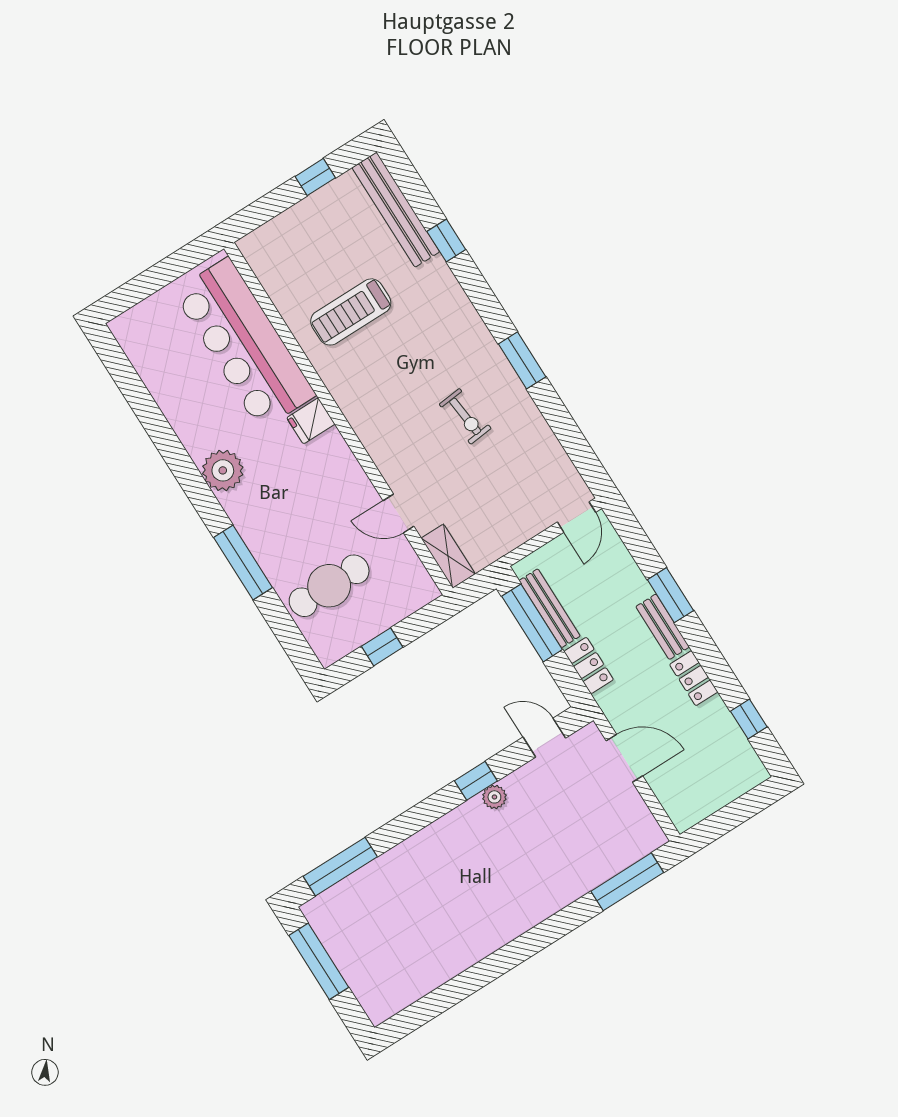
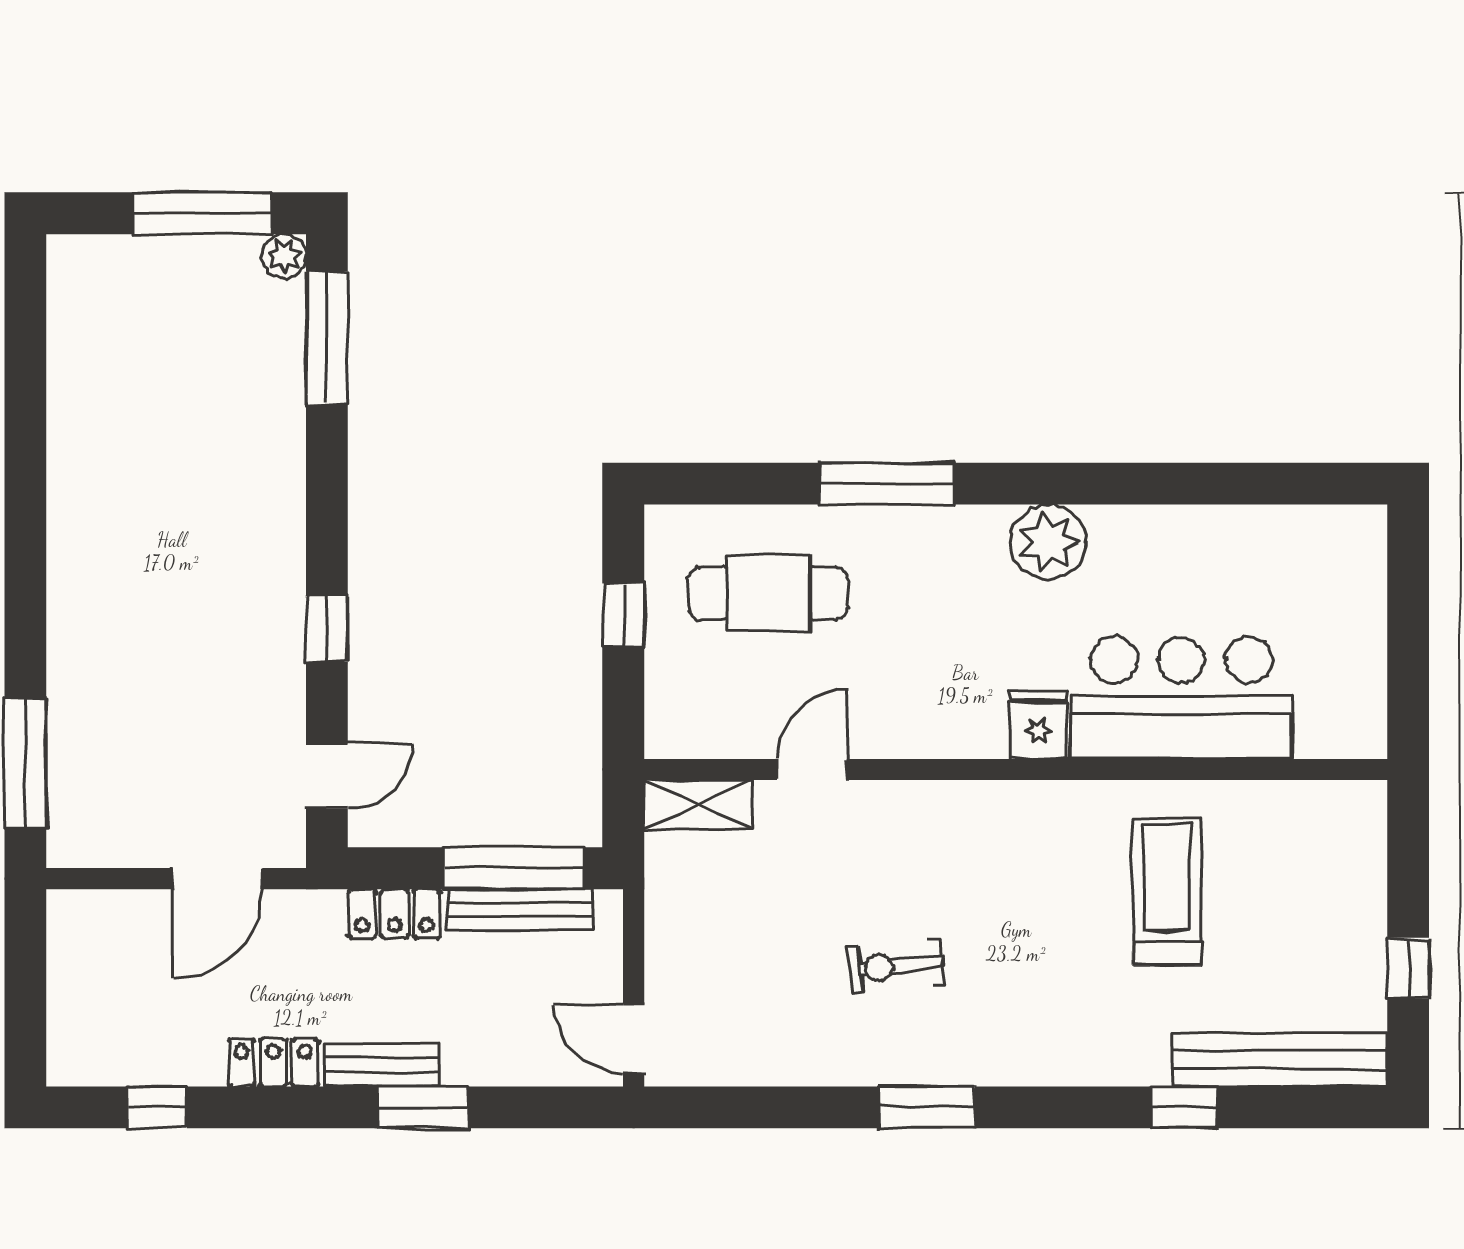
bar counter: (244, 344) -> (1182, 698), width x0.73
cafe table: (329, 586) -> (768, 593), turned 90
plant: (494, 797) -> (284, 256), moved

